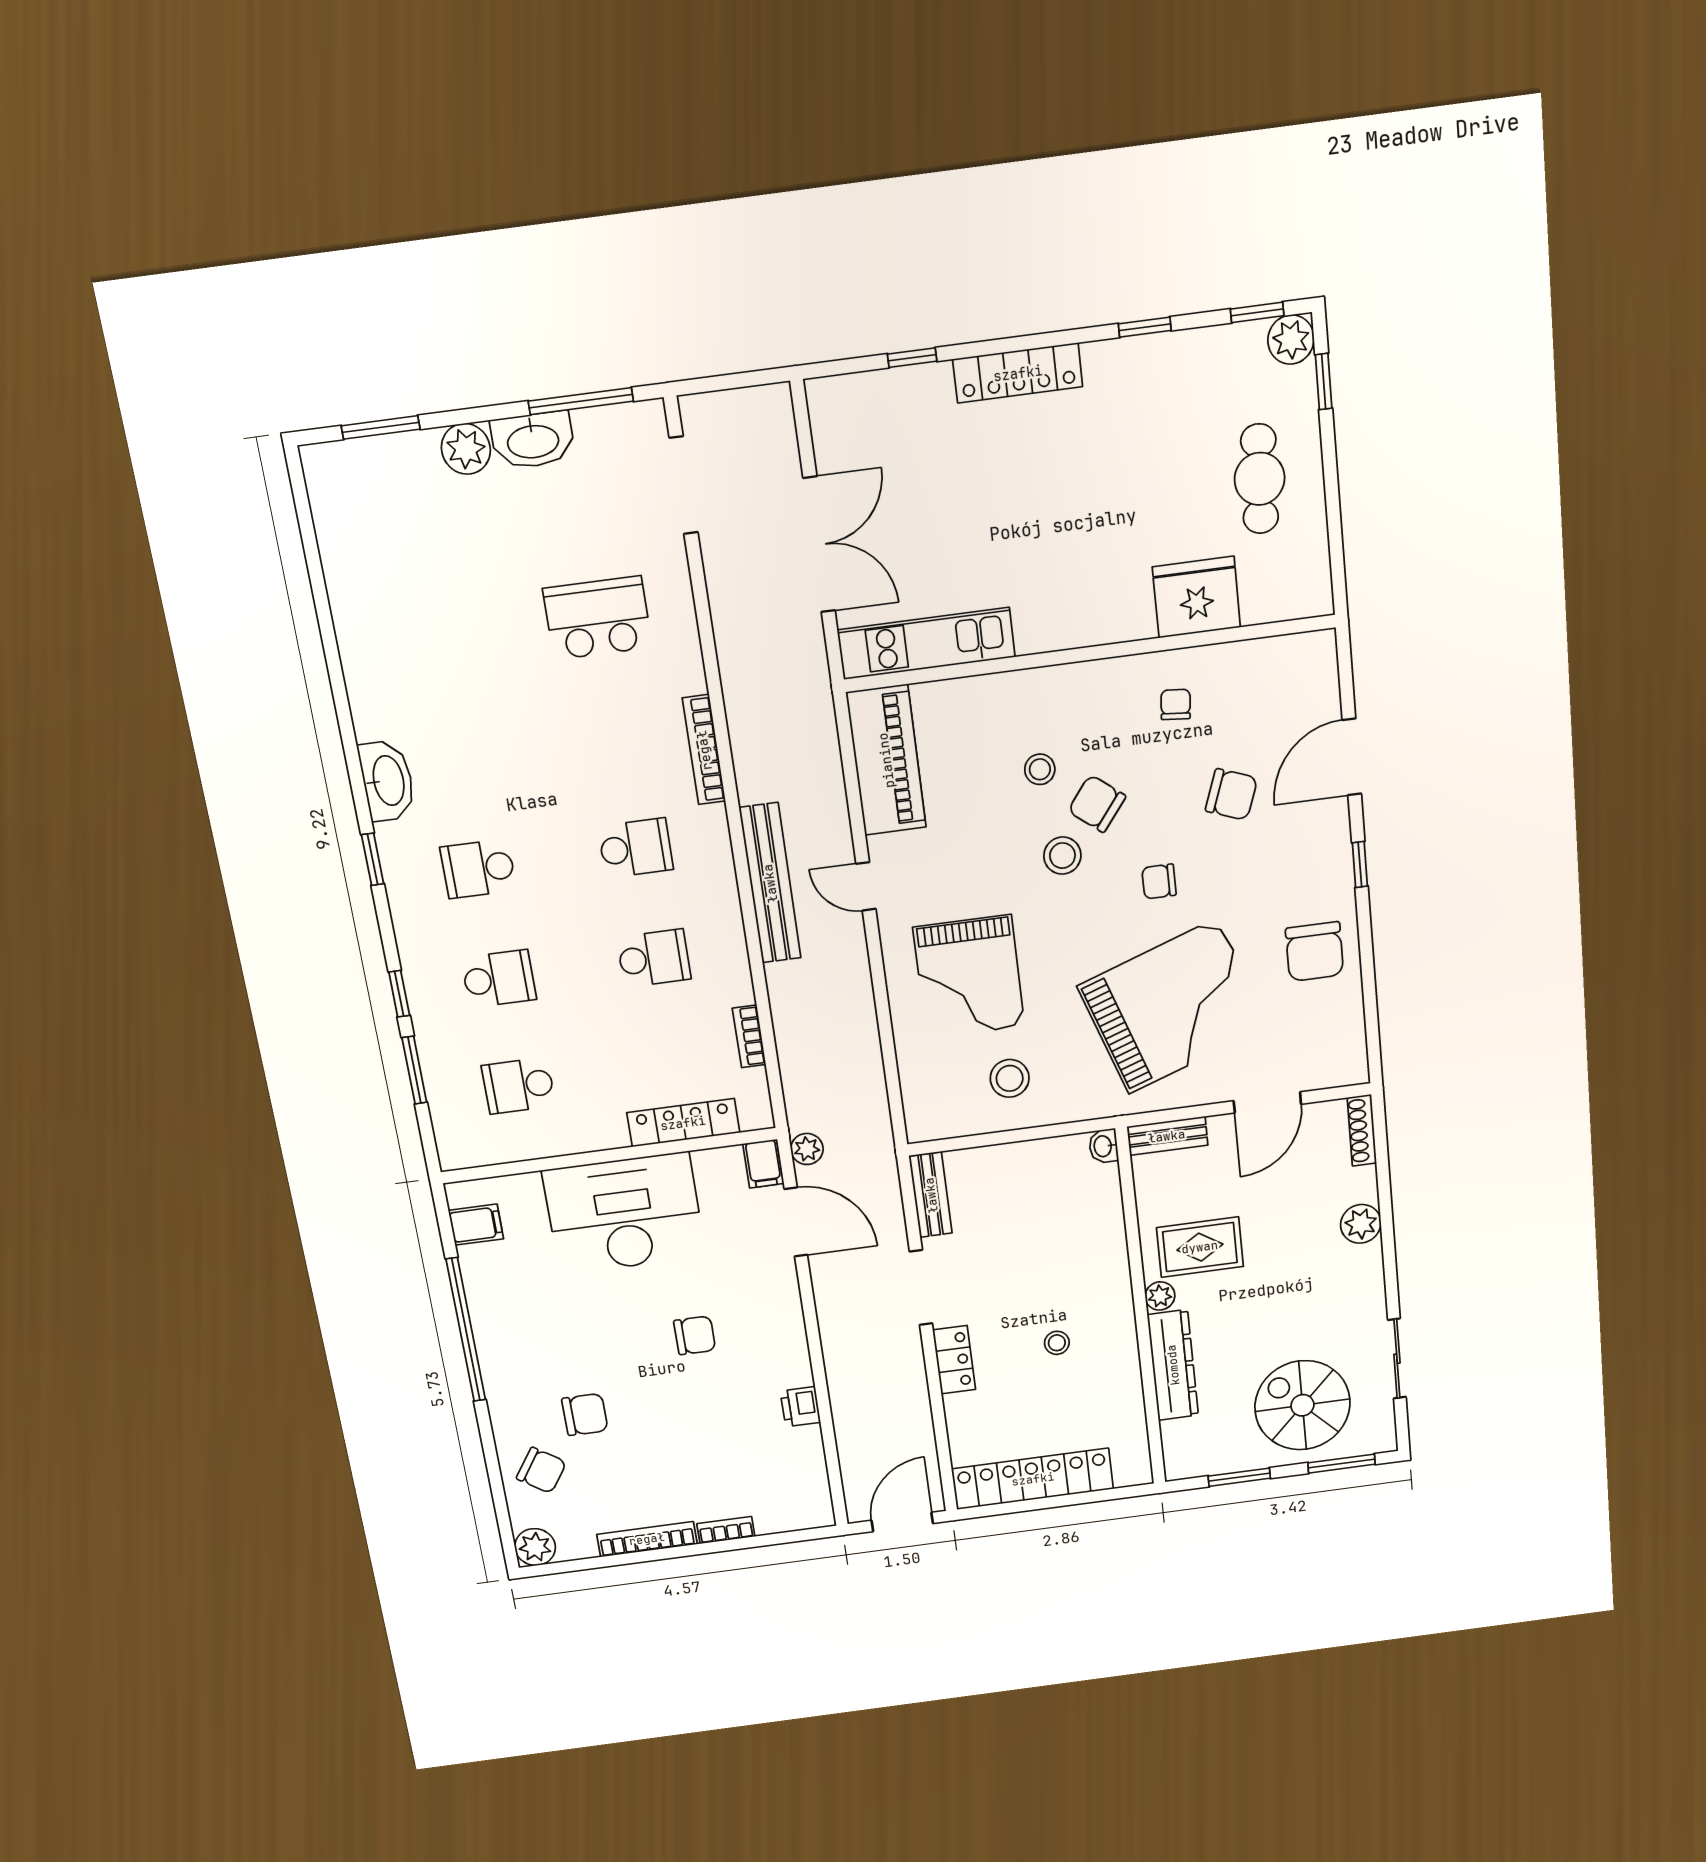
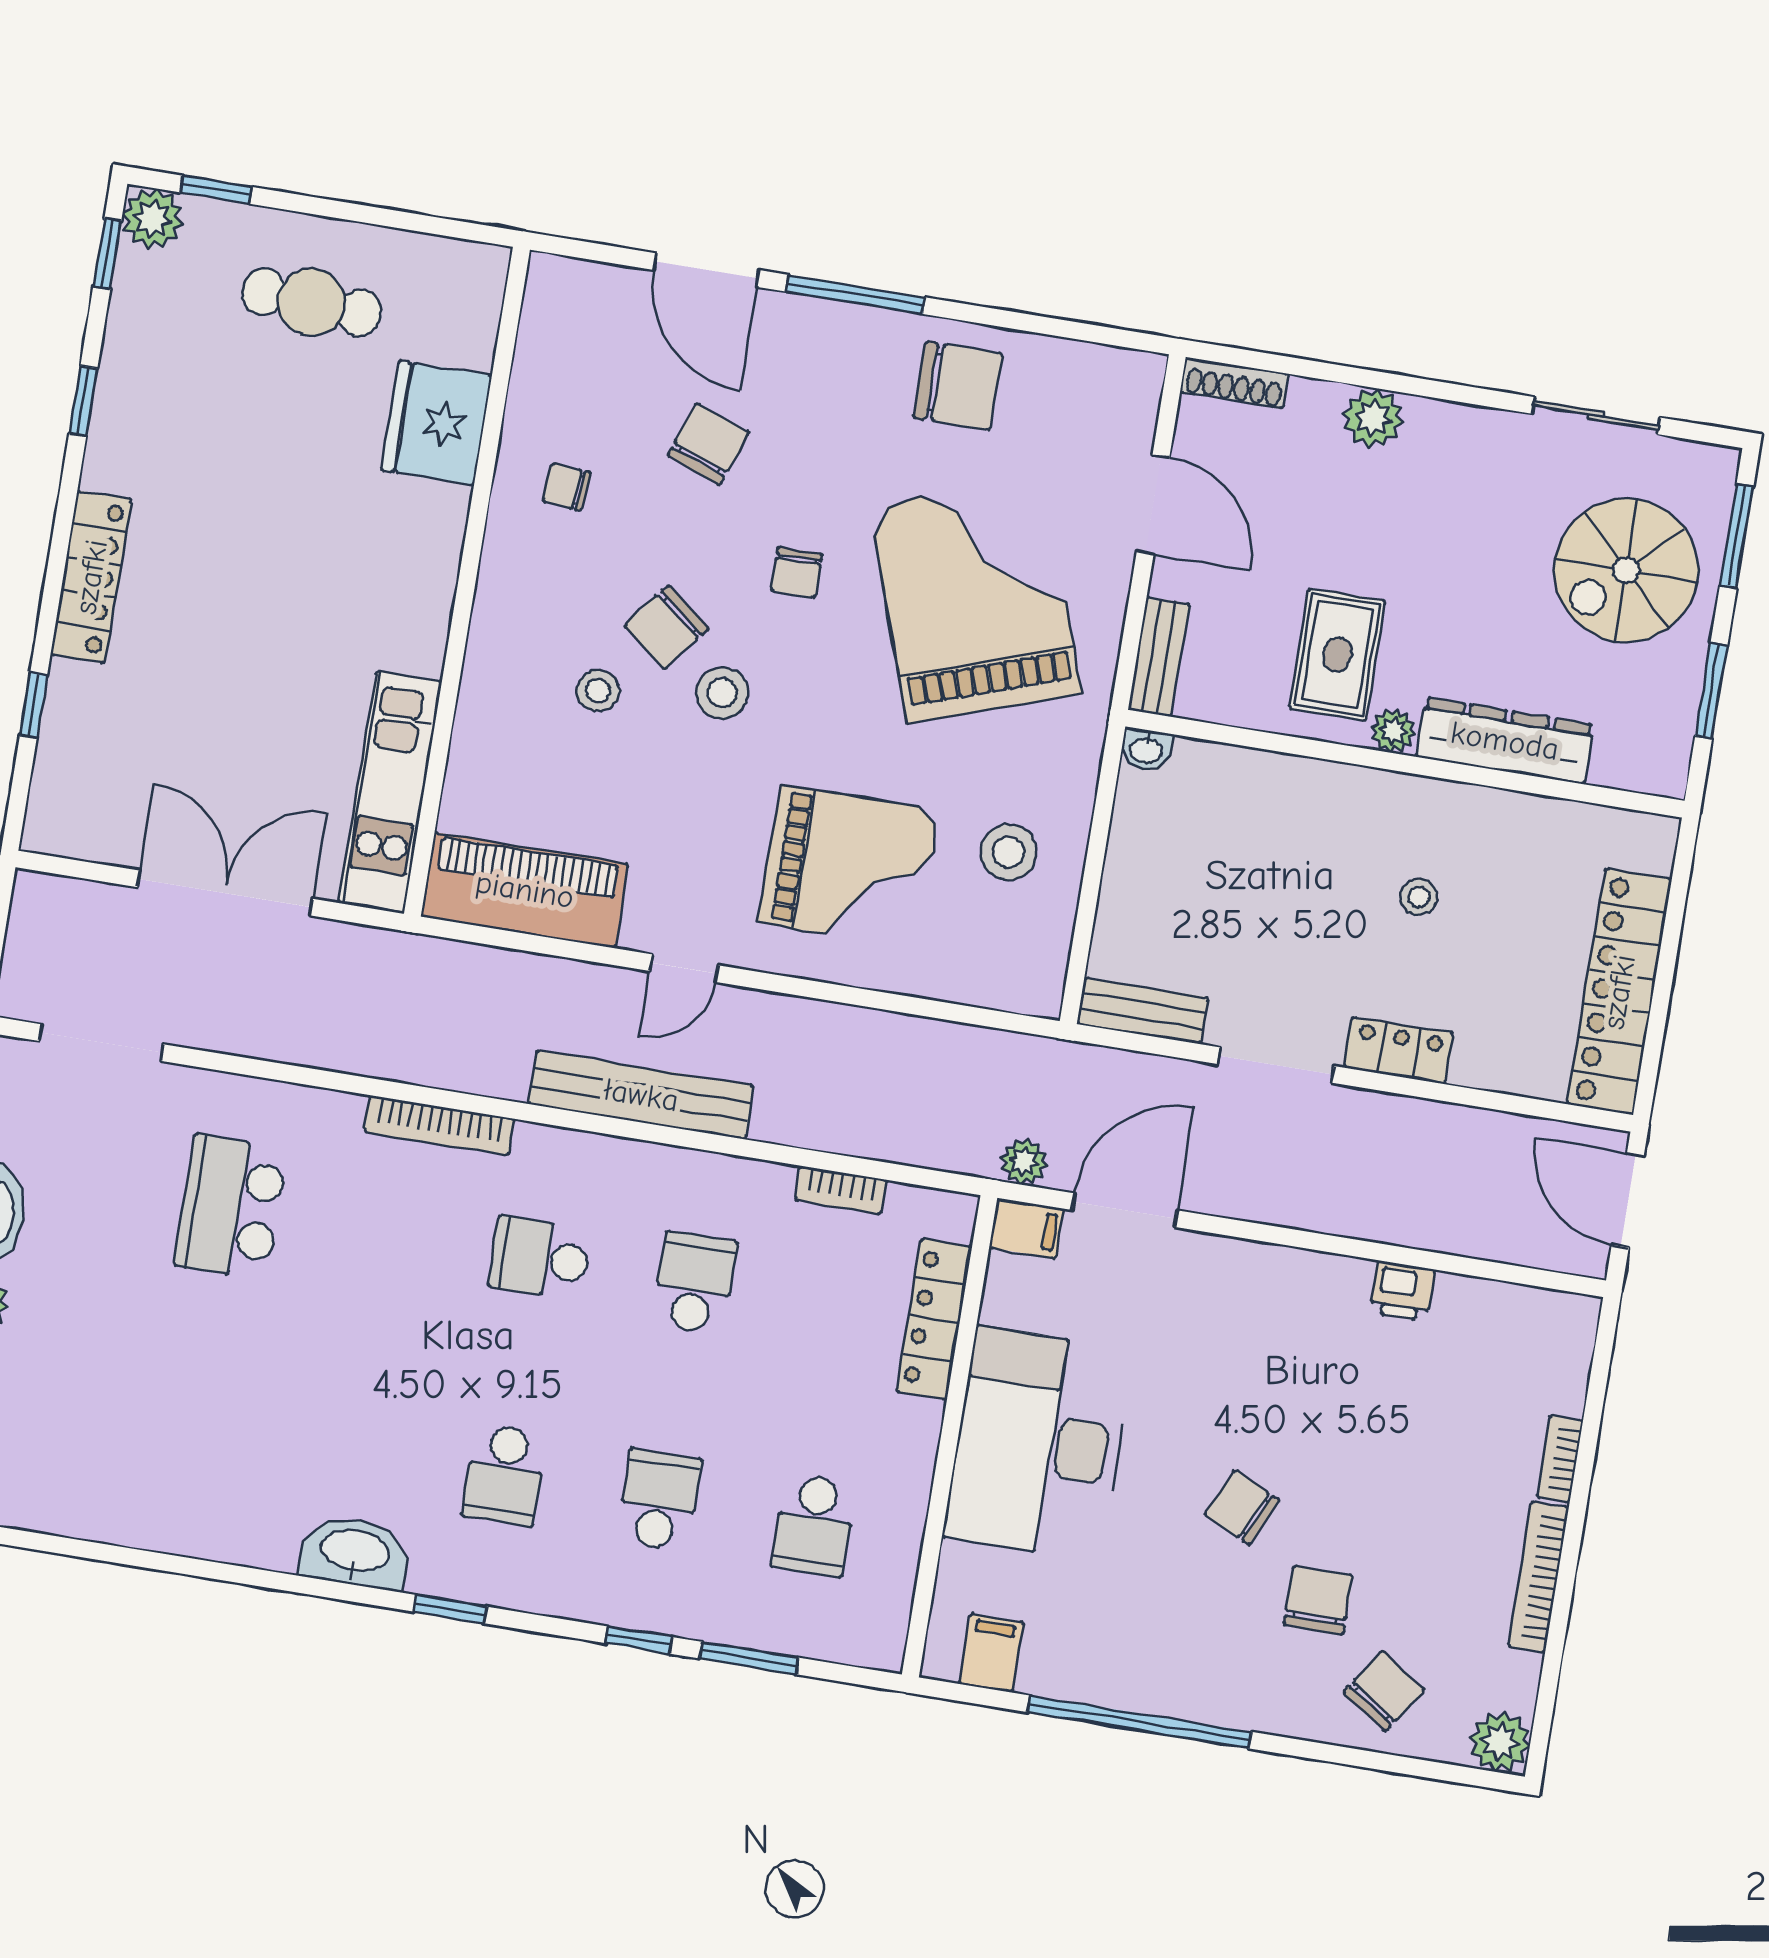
school desk: (636, 848) -> (540, 1258), turned -90
window: (1360, 864) -> (856, 294), width x2.17
chair: (695, 1335) -> (1242, 1507), moved, turned -65

